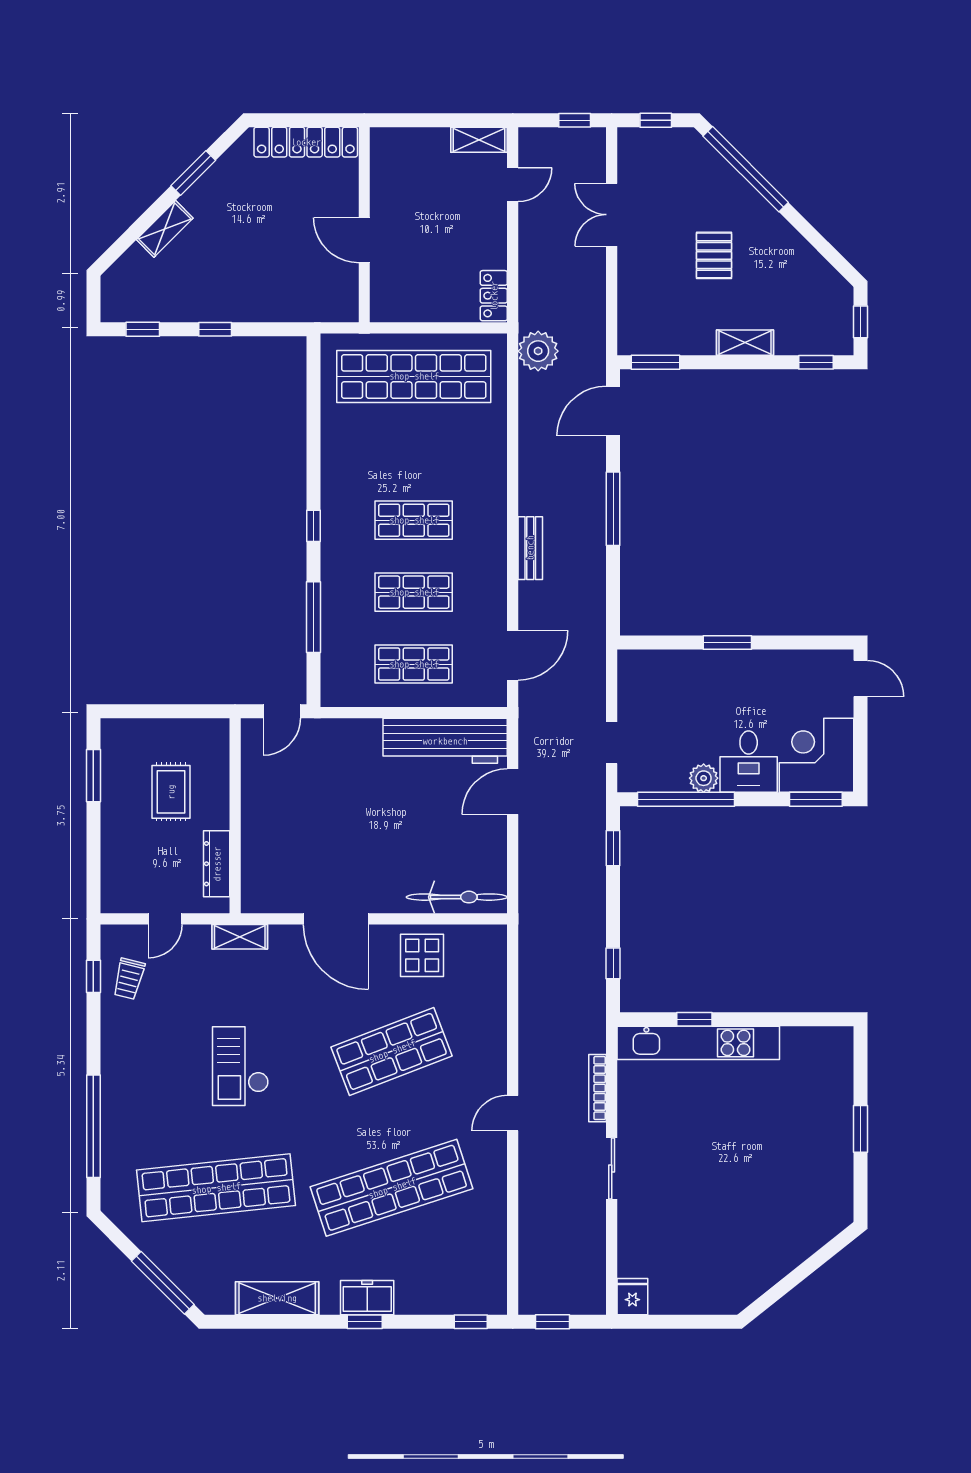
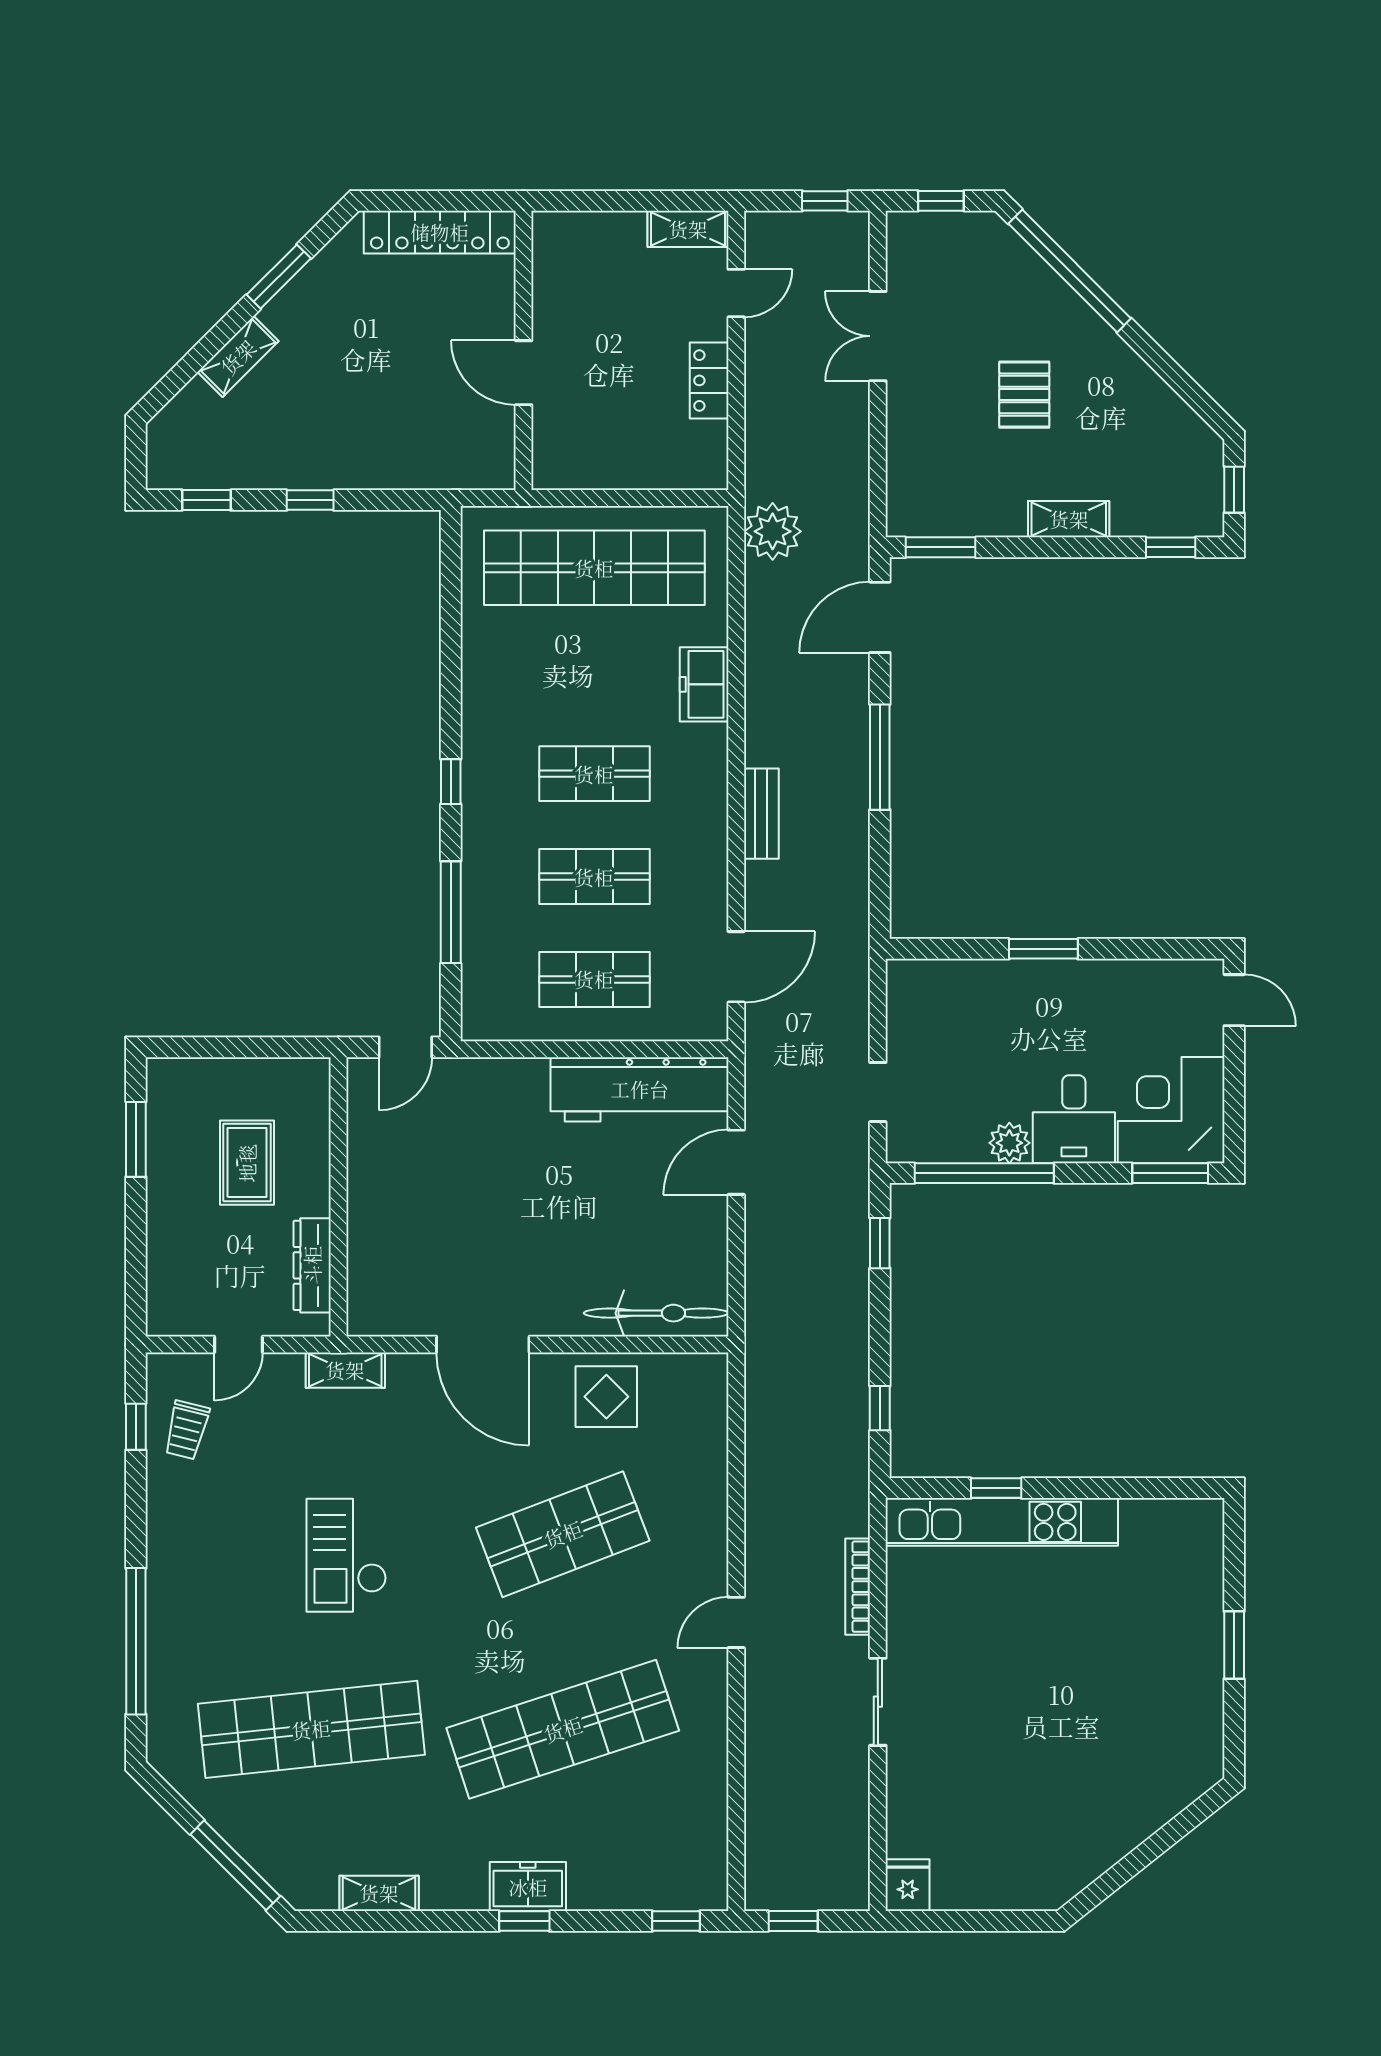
locker: (494, 296) -> (709, 380), moved
freezer: (490, 458) -> (704, 684), added
shelving: (277, 1298) -> (379, 1893), width x0.67, depth x0.75

